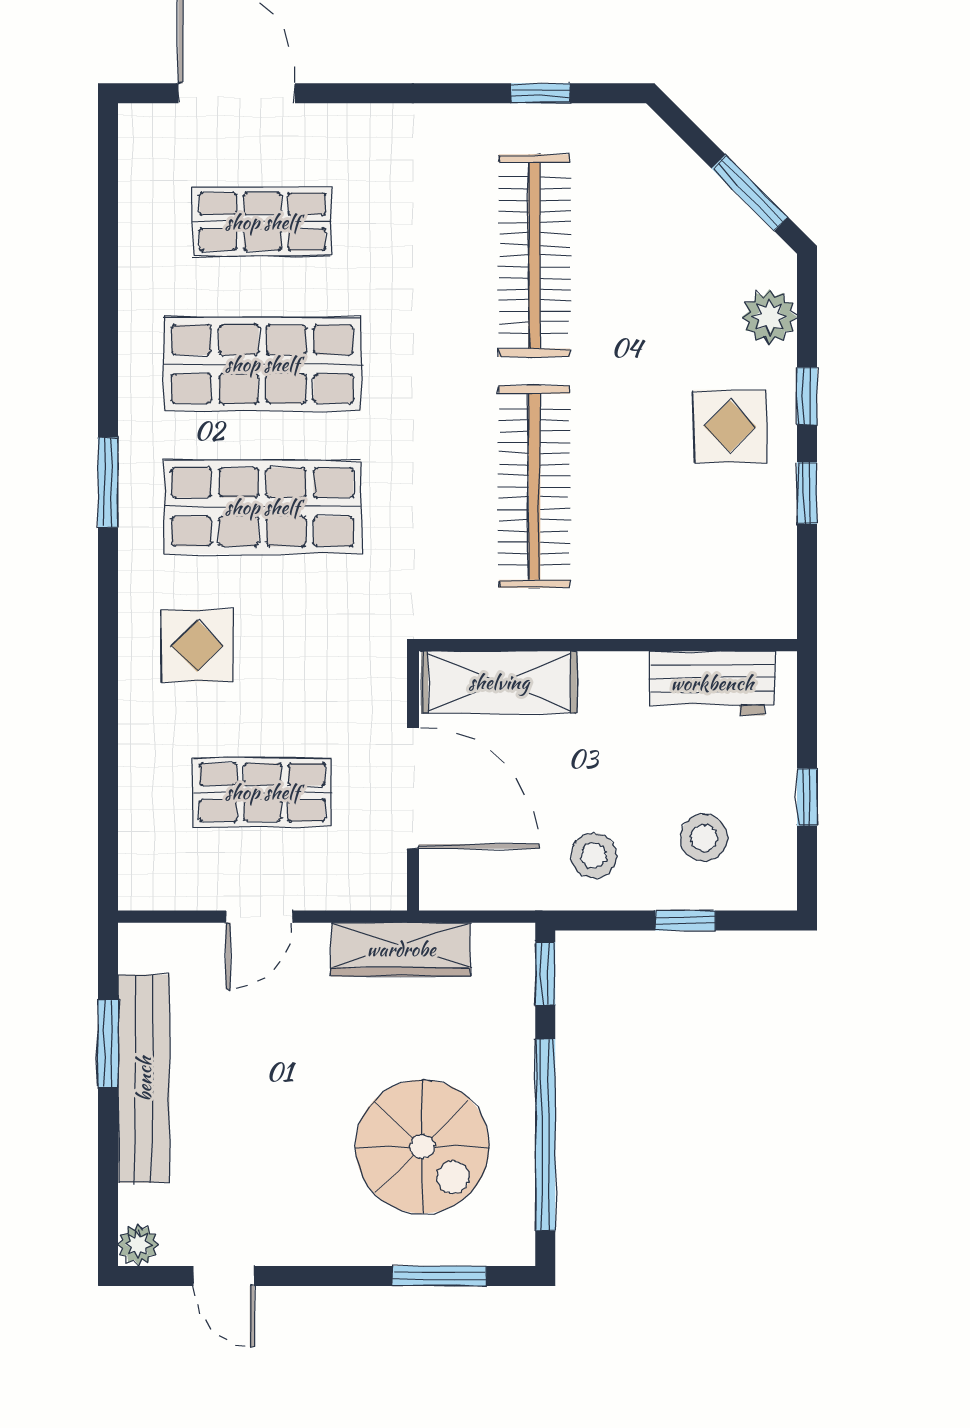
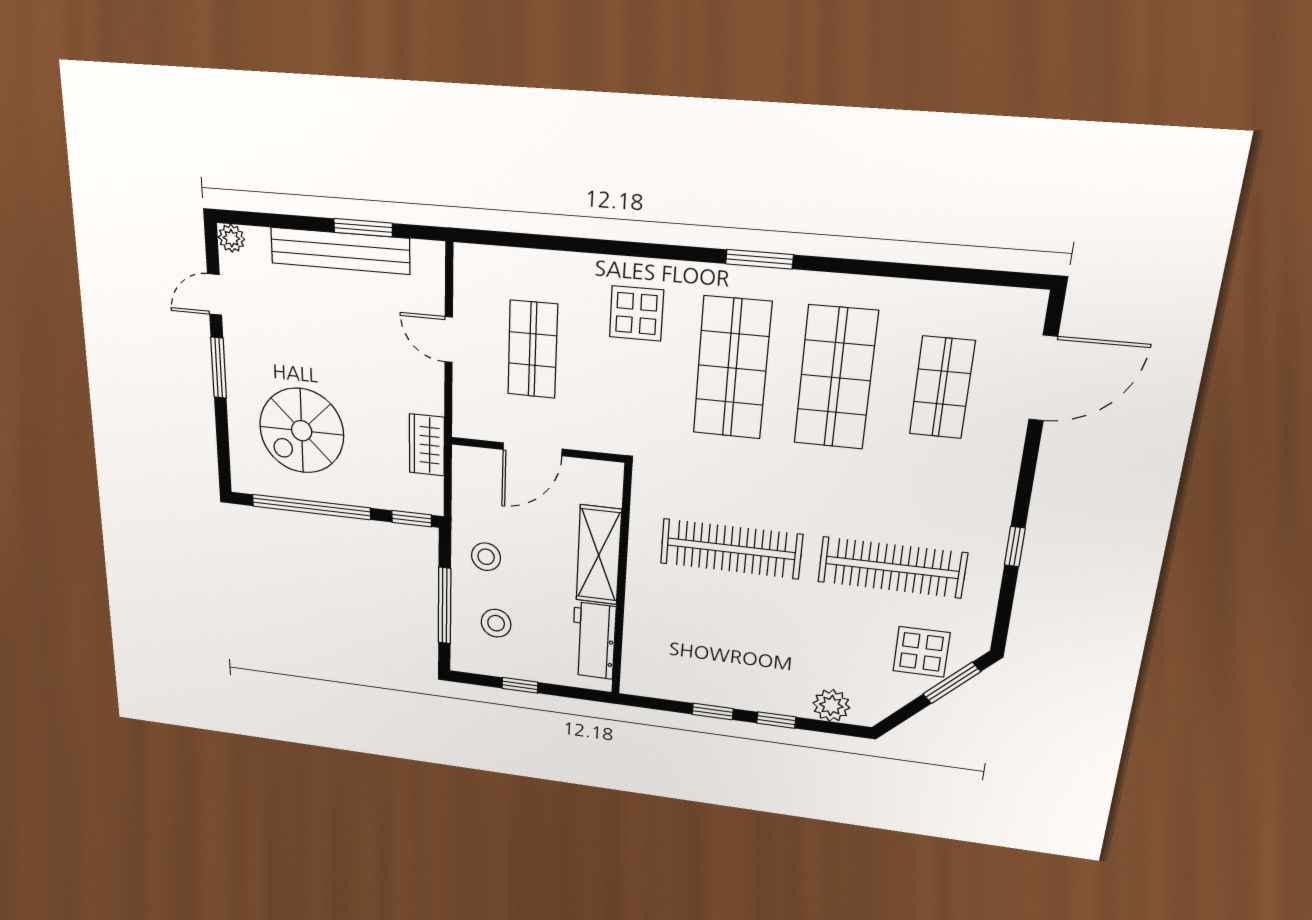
window: (541, 93) -> (1015, 547), moved
window: (750, 193) -> (952, 683), moved
display table: (730, 426) -> (921, 652), moved
shelving: (499, 682) -> (599, 555), moved
door: (413, 788) -> (532, 449), width x0.73
window: (685, 921) -> (445, 606), width x2.17
wardrobe: (401, 949) -> (427, 445), width x0.67
window: (439, 1276) -> (219, 368), moved

